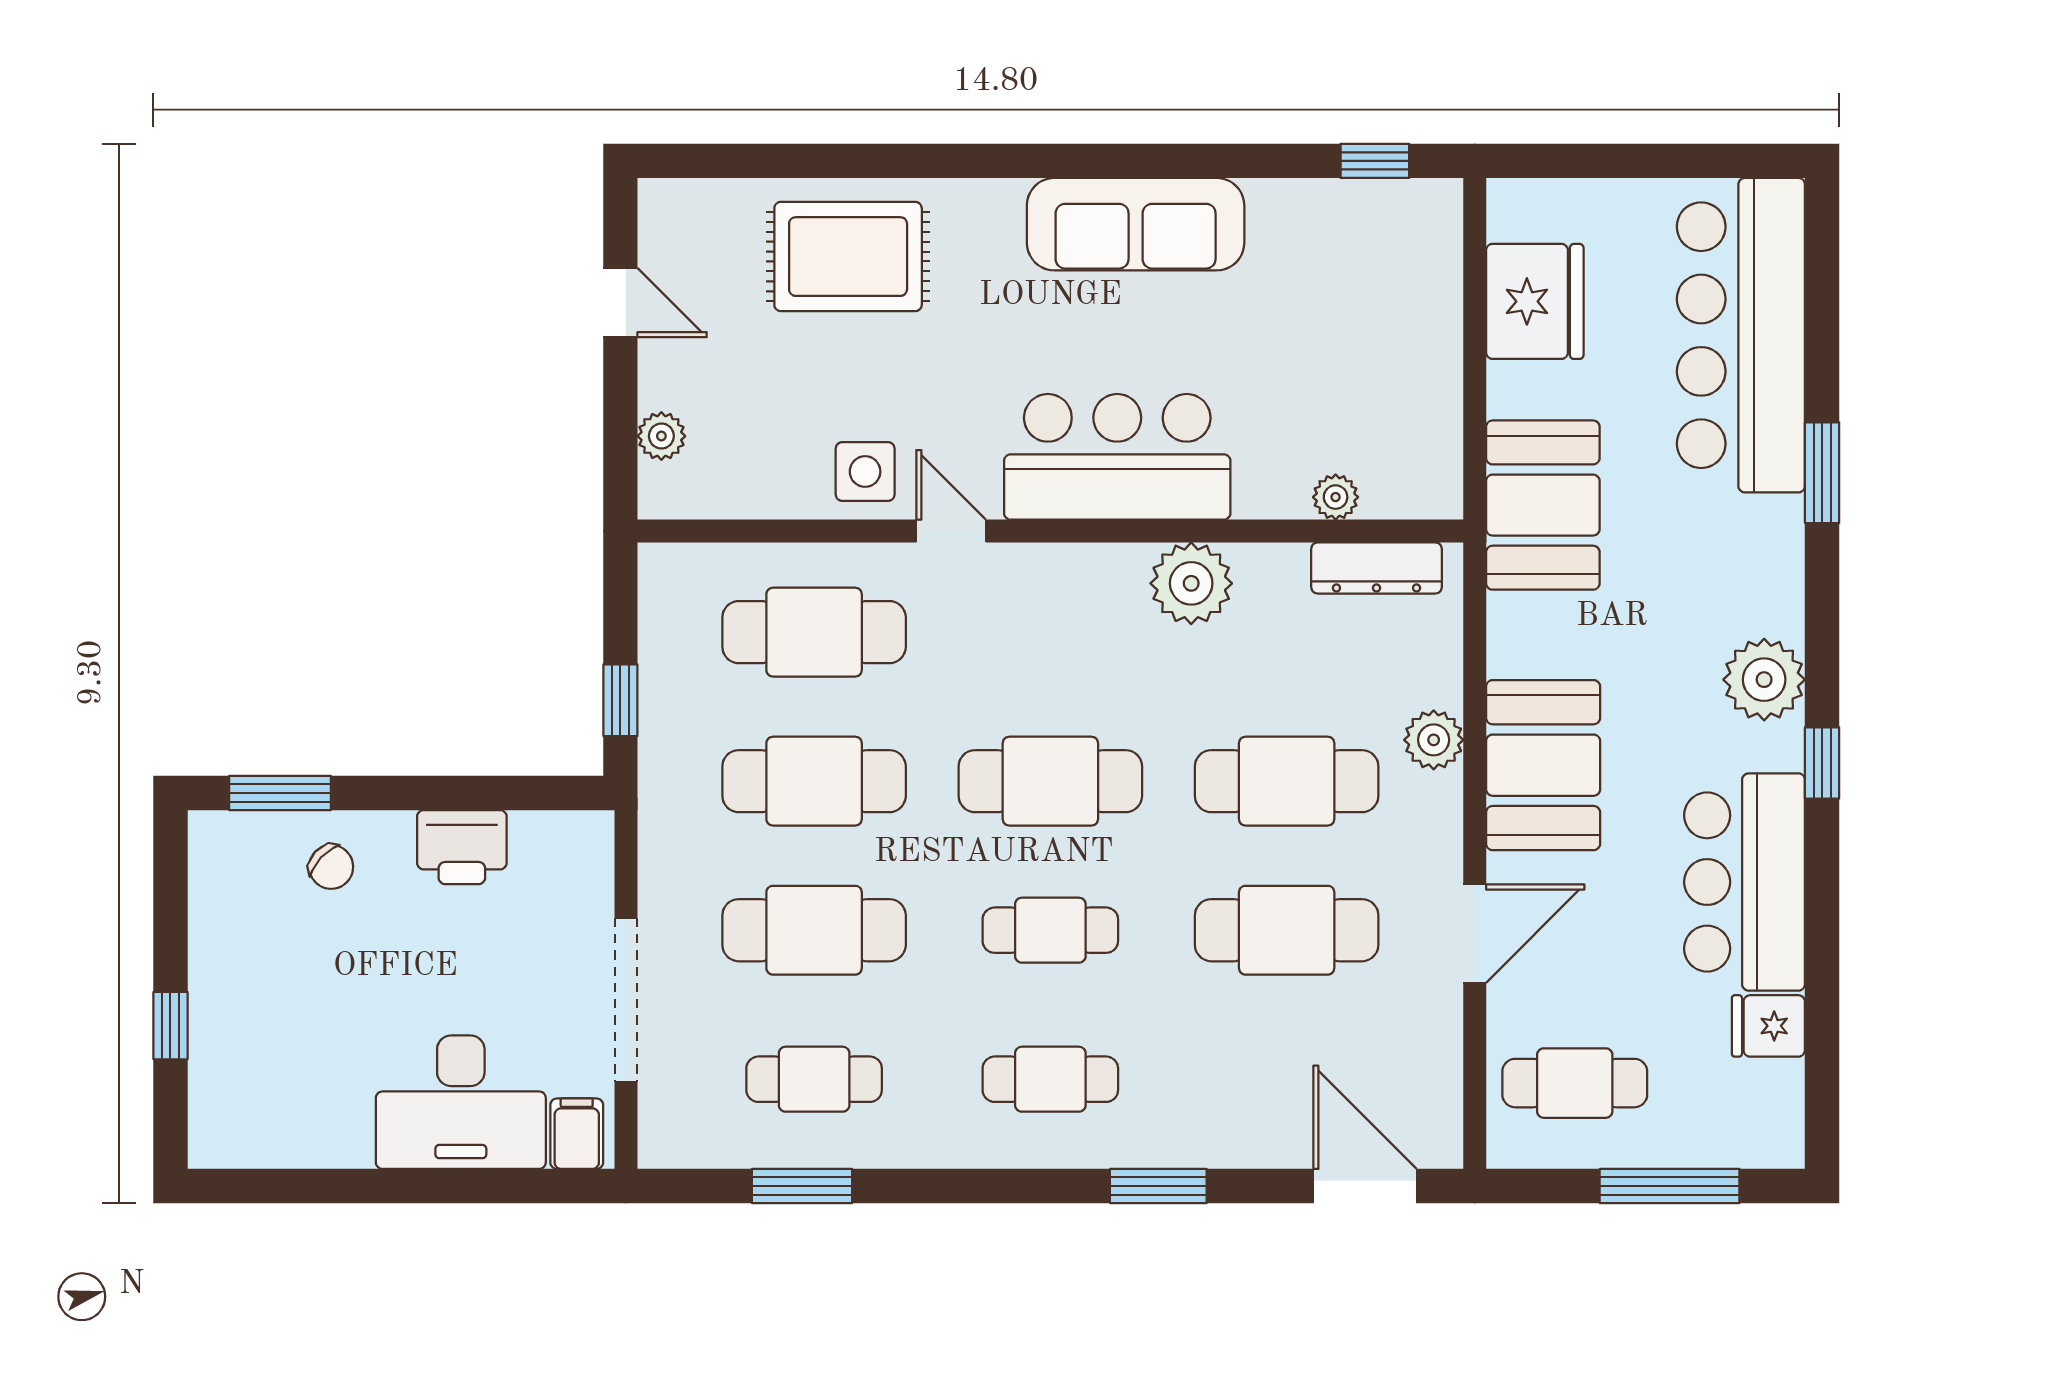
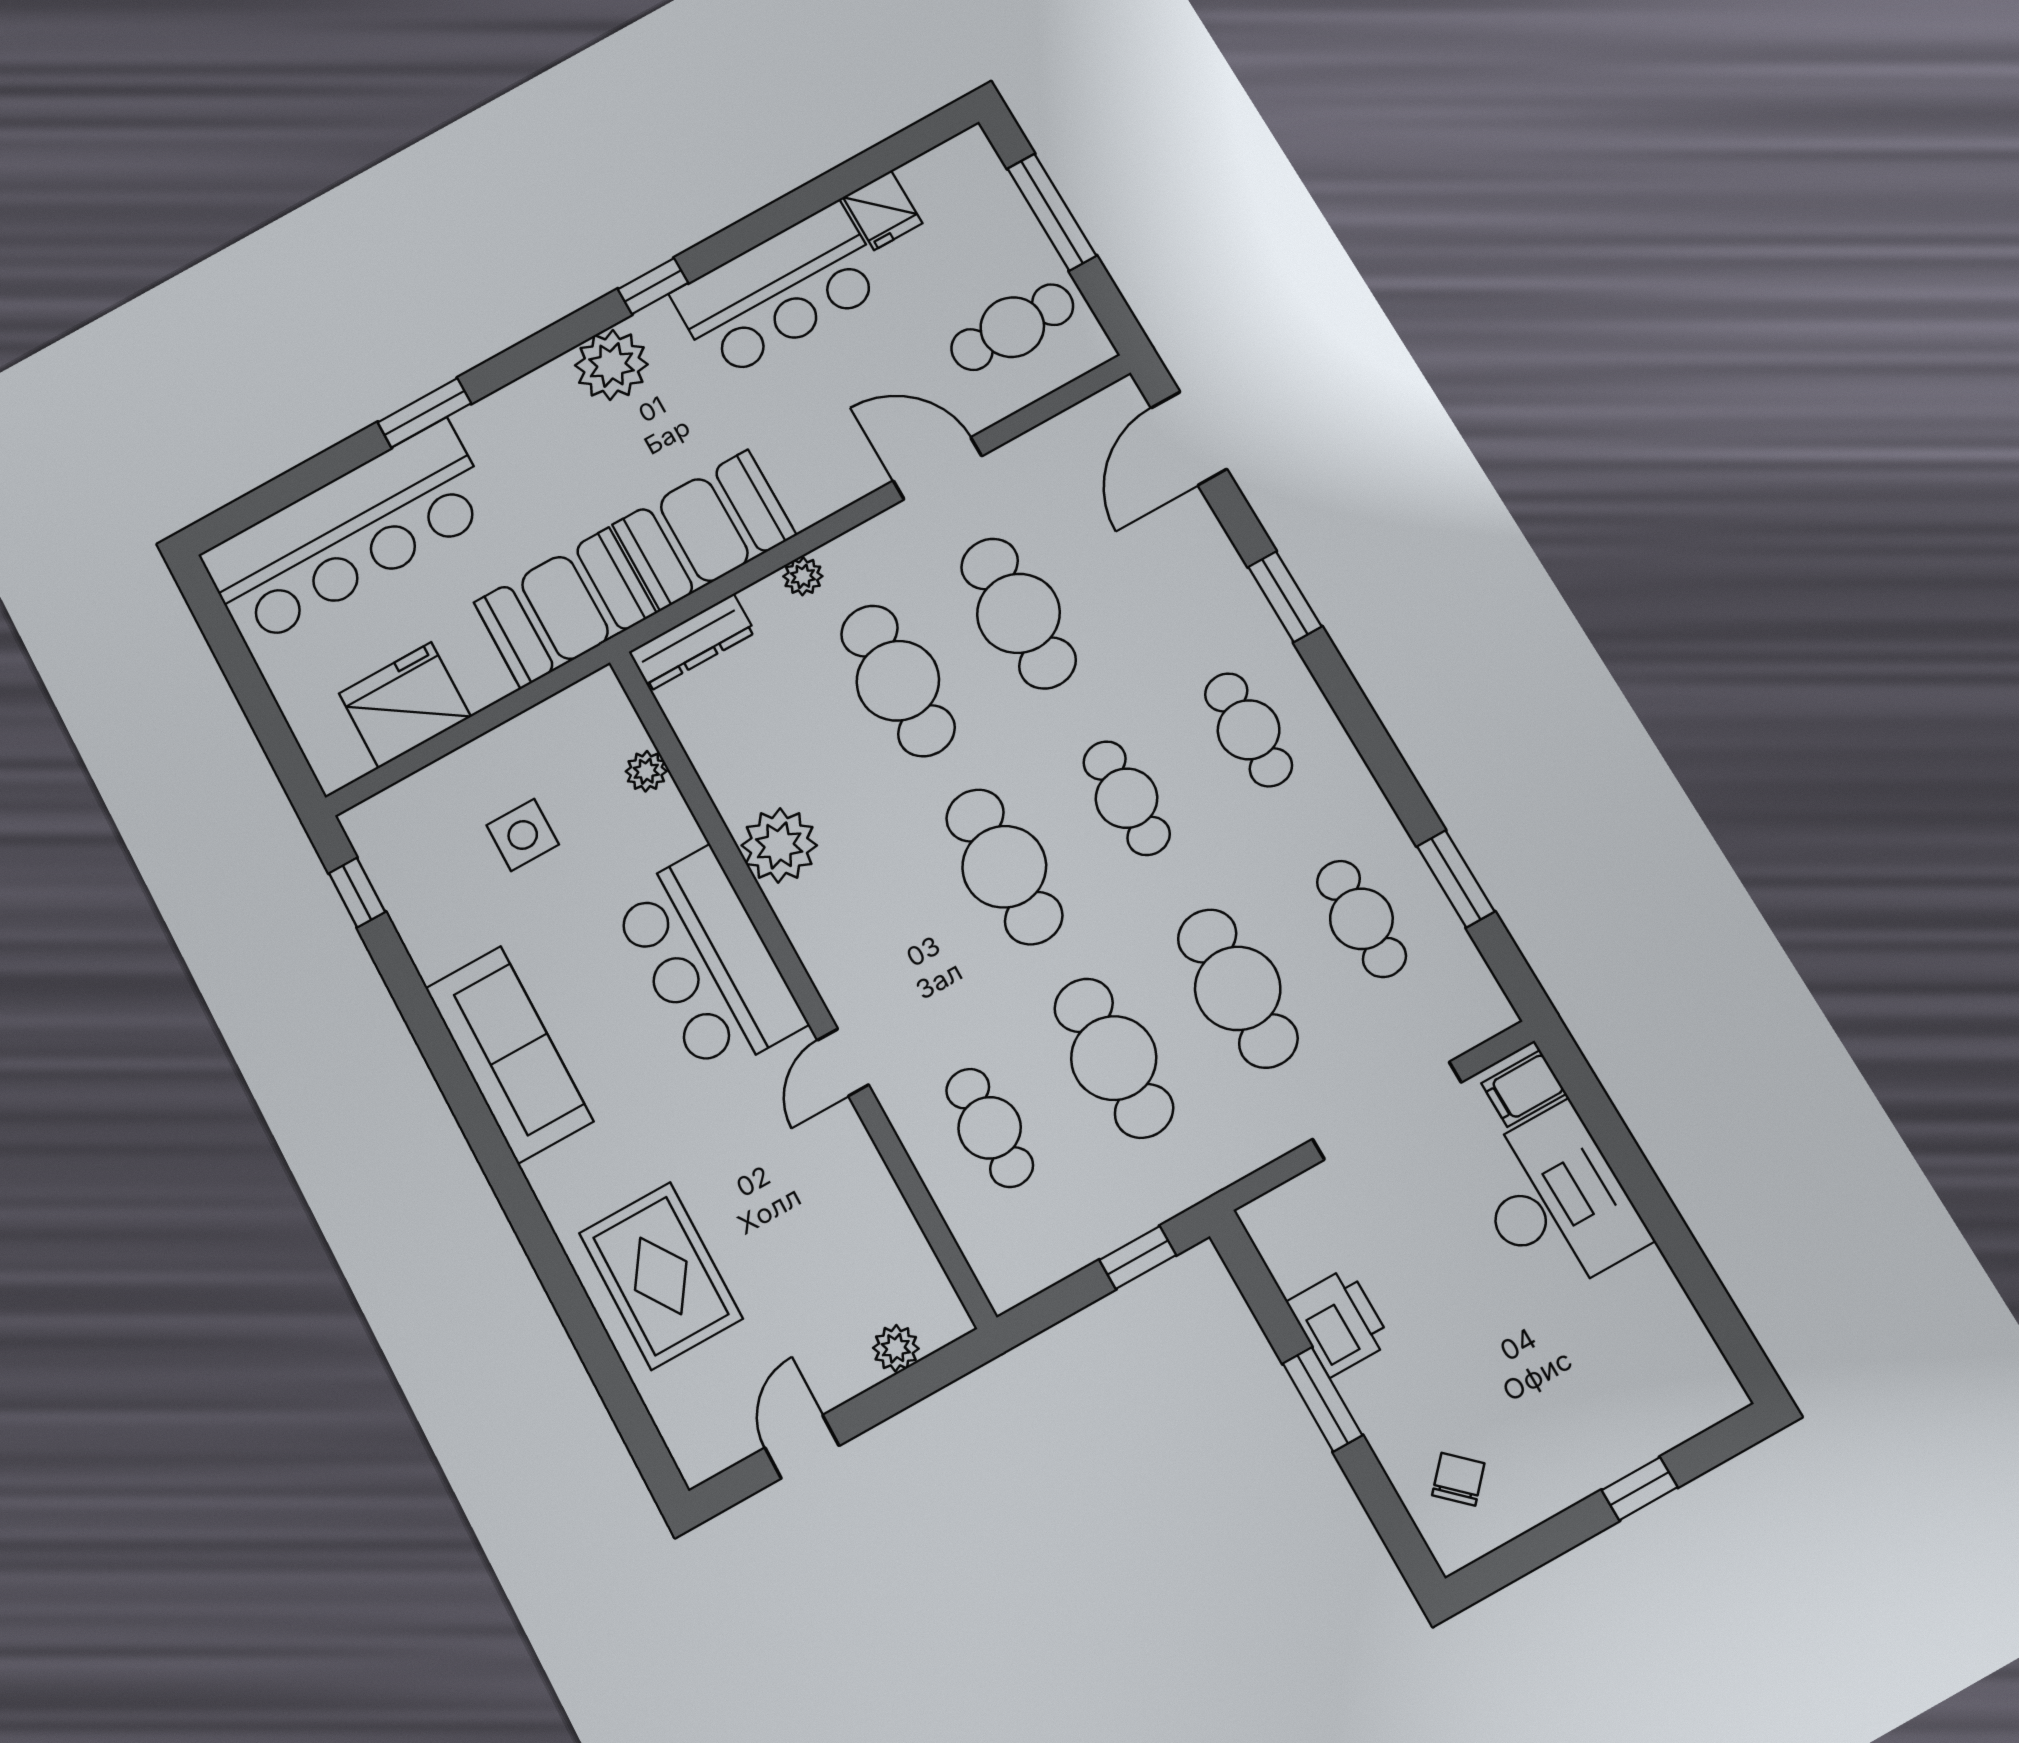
side table: (865, 472) -> (523, 835), moved
dresser: (1376, 568) -> (692, 642), moved, turned 90
cafe table: (814, 632) -> (990, 1128), width x0.73, depth x0.74
plant: (1434, 740) -> (803, 576), width x0.73, depth x0.73
booth: (1543, 765) -> (704, 530), moved
window: (280, 793) -> (1322, 1399), moved
chair: (331, 867) -> (1458, 1479), moved
cafe table: (1575, 1083) -> (1012, 327), turned 90

